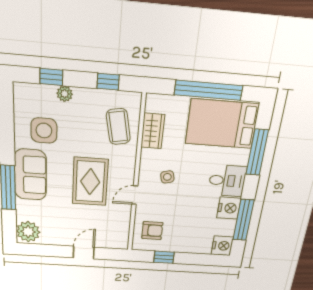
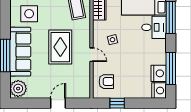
sofa: (30, 175) -> (20, 52), width x1.36
desk: (227, 181) -> (154, 27), moved
door: (135, 195) -> (91, 55), swing flipped
nightstand: (229, 208) -> (159, 73), moved

